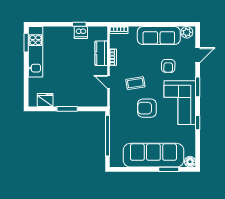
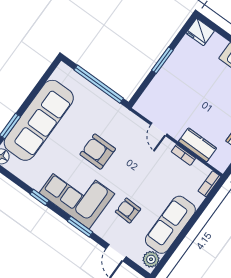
door: (109, 82) -> (159, 129), swing flipped
coffee table: (135, 83) -> (136, 159), removed
fridge: (45, 100) -> (200, 32), moved, turned 90
armchair: (147, 108) -> (98, 152), turned -90

